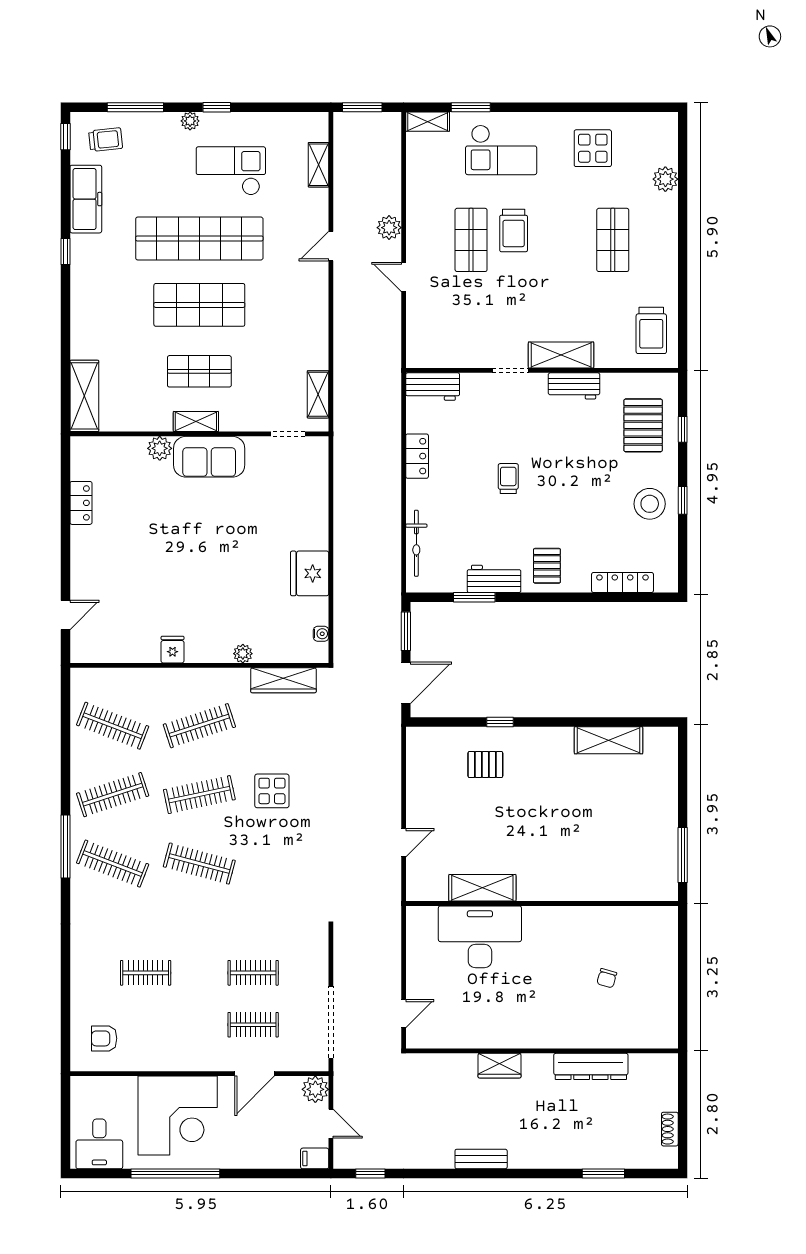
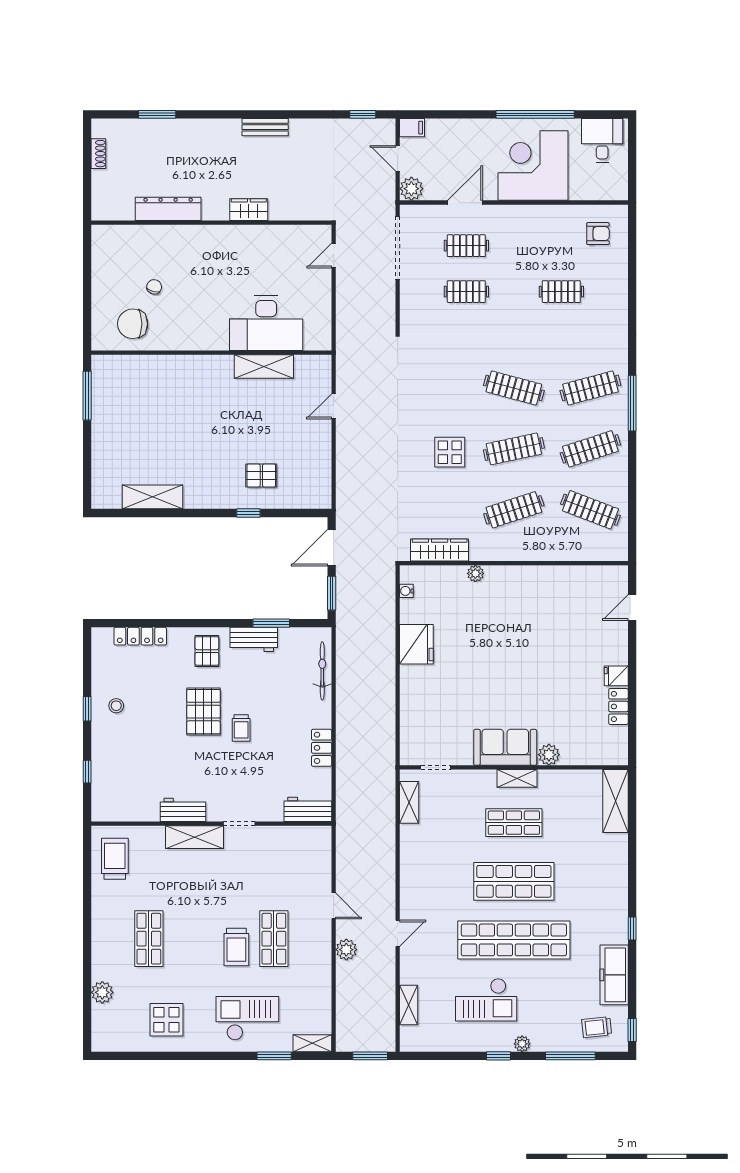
trolley: (514, 230) -> (236, 947), turned 180
pallet: (643, 425) -> (204, 712), moved
stool: (650, 504) -> (116, 706), width x0.53, depth x0.53
fridge: (173, 650) -> (616, 676), moved, turned 90
clothes rail: (113, 864) -> (590, 388), turned -36
chair: (631, 936) -> (133, 324), added

